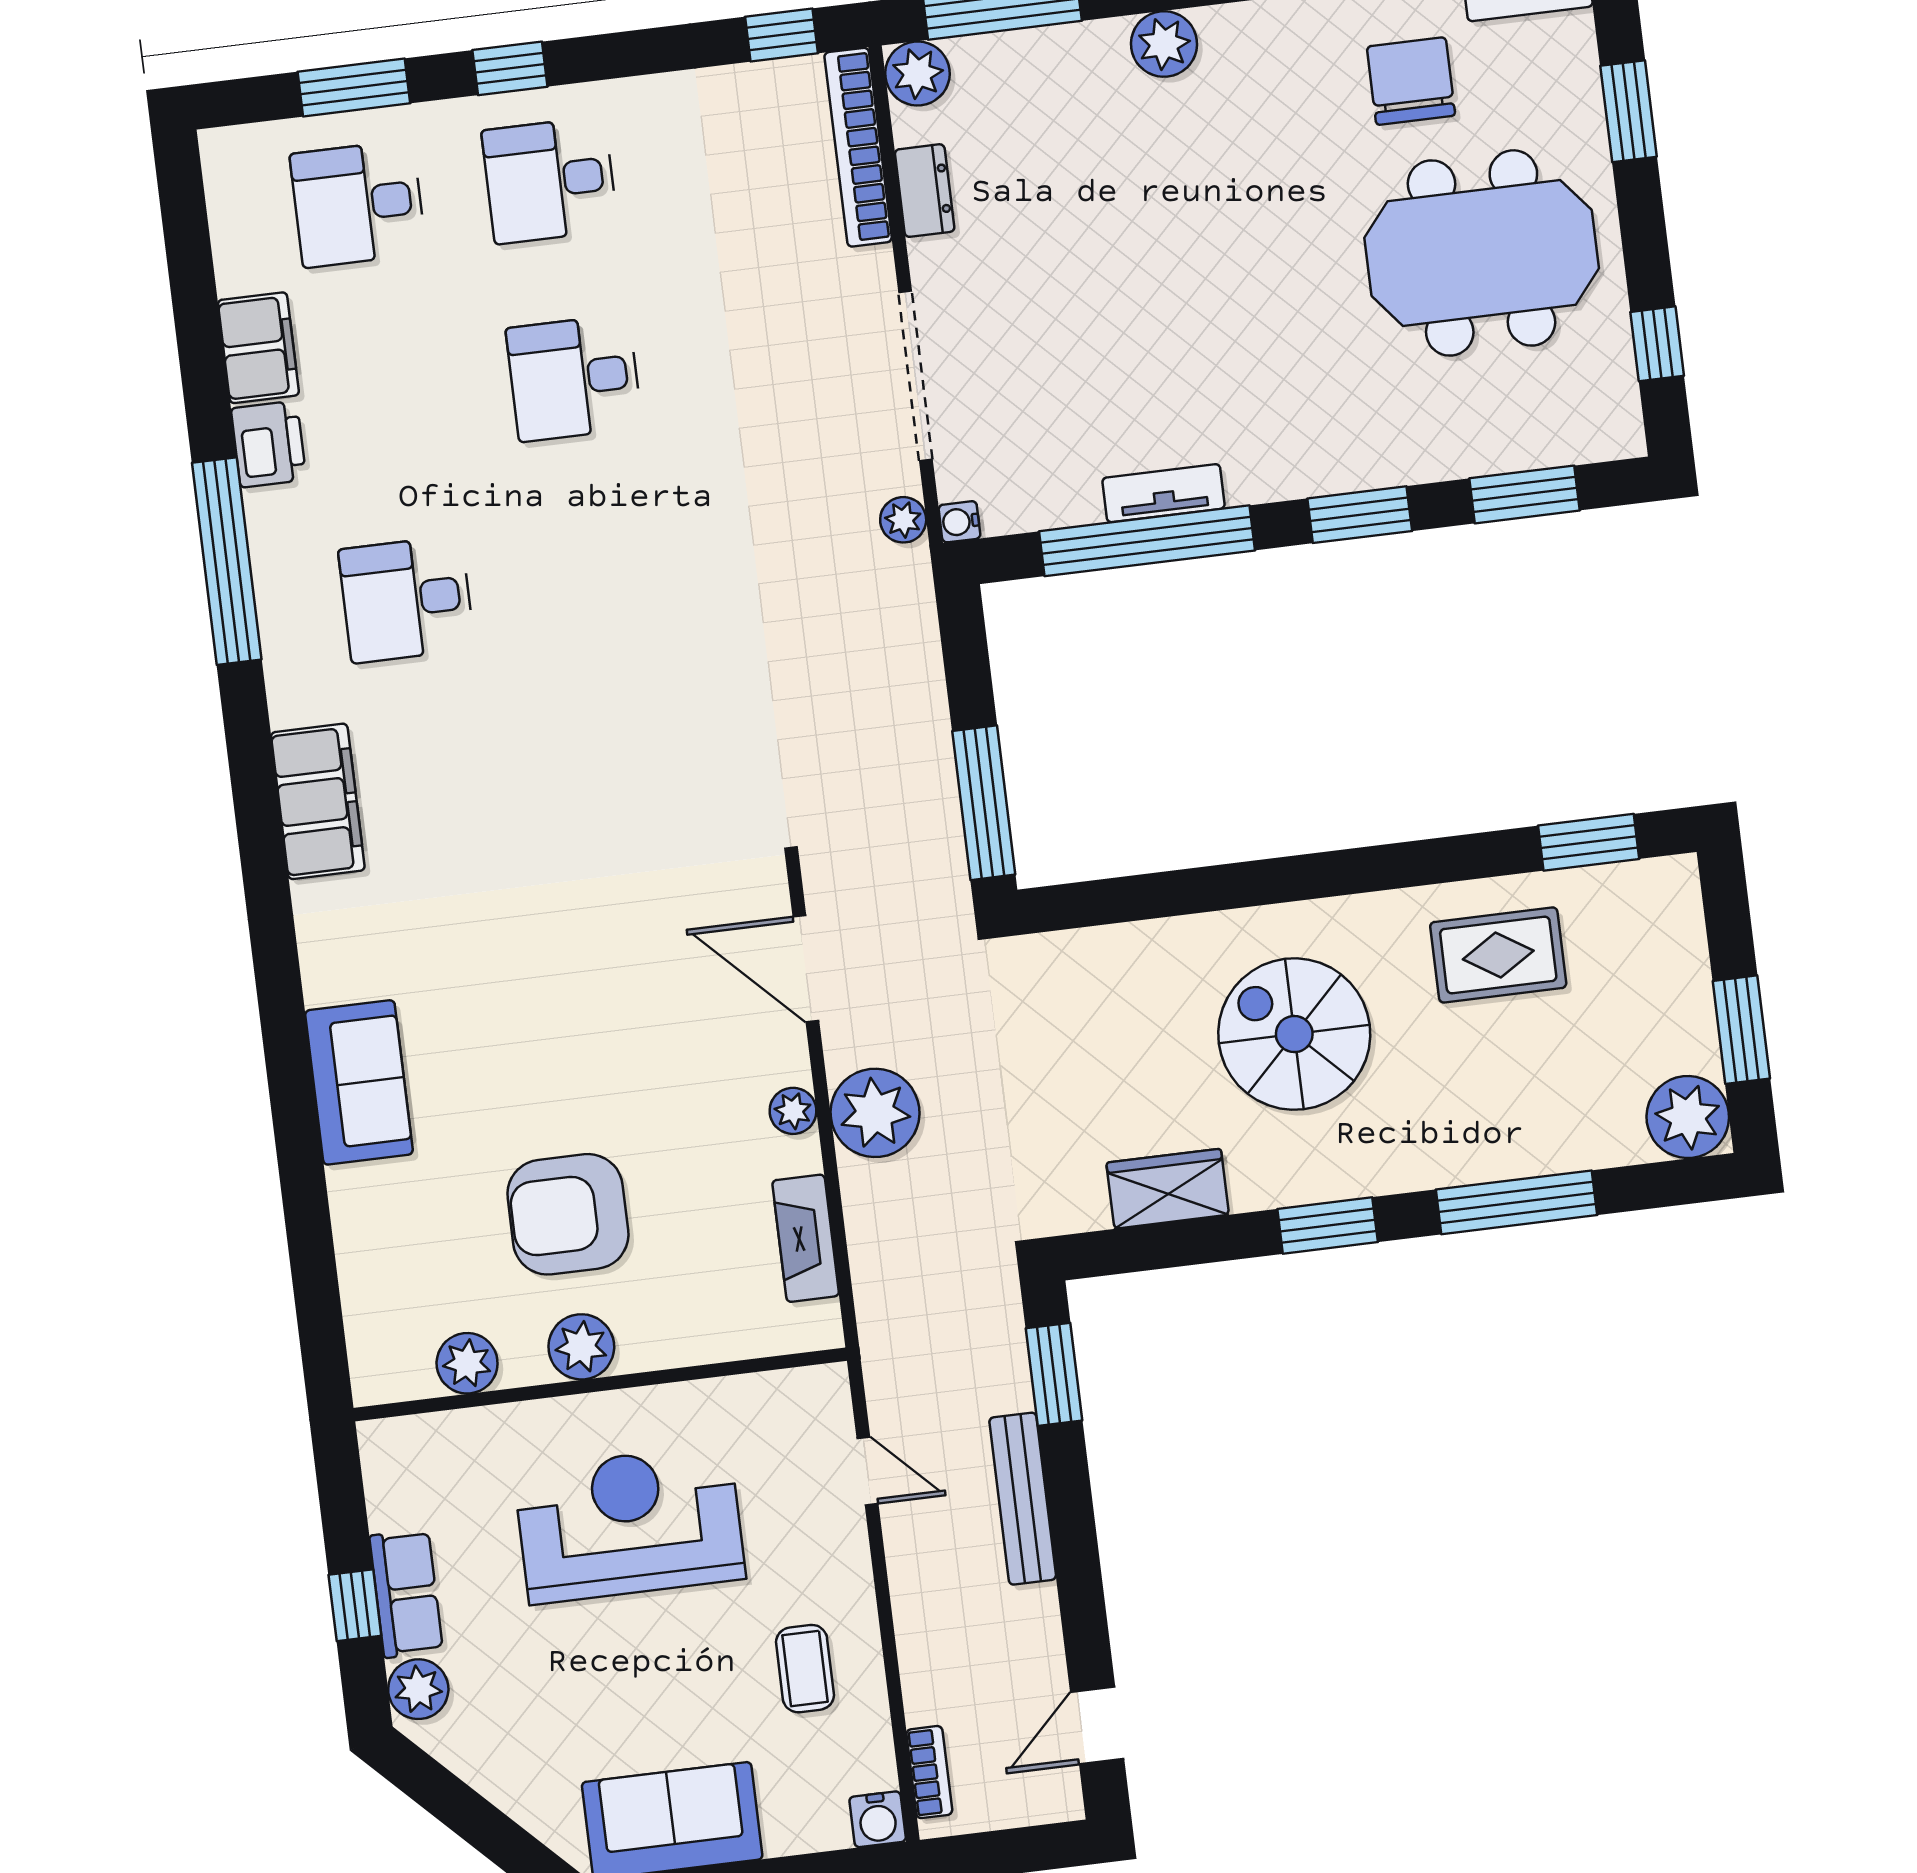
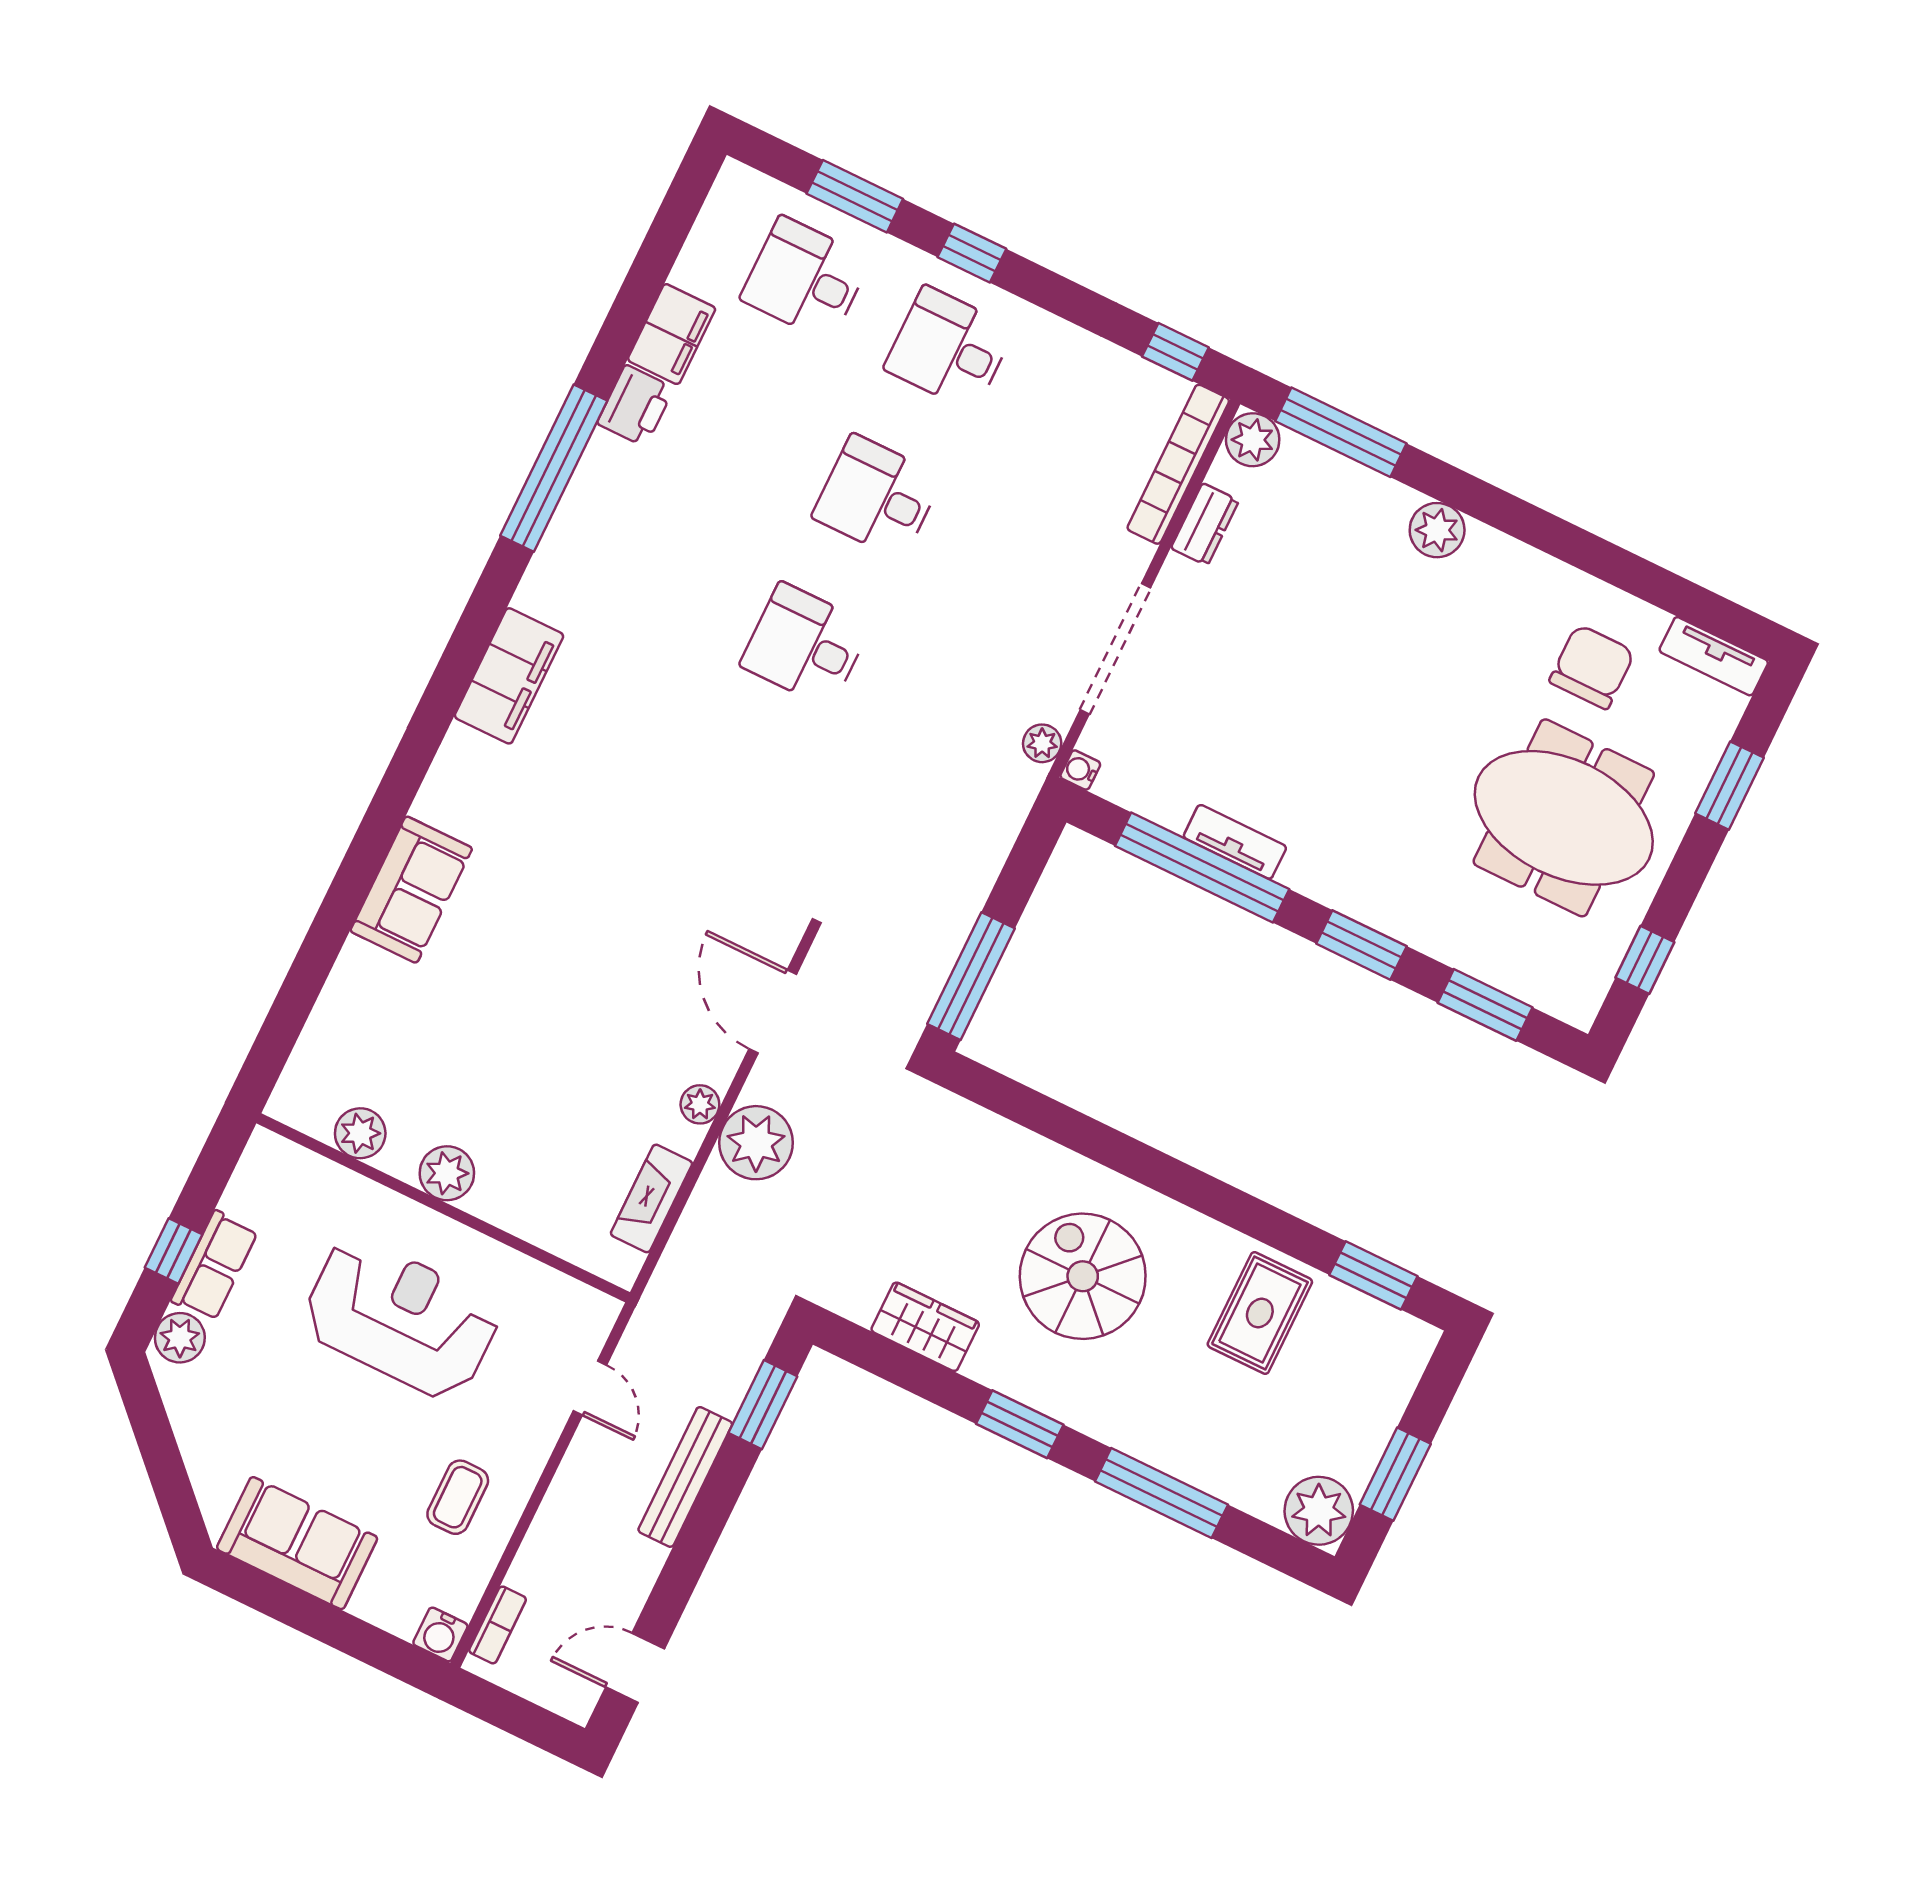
desk: (407, 599) -> (805, 645), moved
rug: (1498, 955) -> (1260, 1313), turned 90
armchair: (568, 1214) -> (497, 1075), removed

